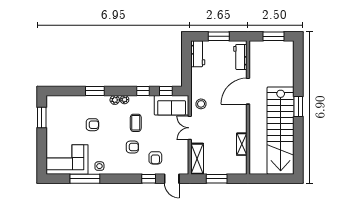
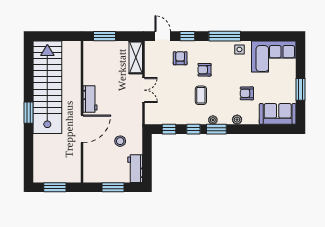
workbench: (240, 57) -> (90, 99), moved
window: (95, 91) -> (216, 129), moved
plant: (115, 100) -> (237, 120), moved
stool: (201, 104) -> (120, 141), moved
sofa: (172, 105) -> (278, 114), moved
window: (42, 117) -> (300, 89), moved
shelving: (242, 144) -> (89, 73), removed
window: (85, 179) -> (225, 36), moved
window: (217, 179) -> (104, 36), moved

